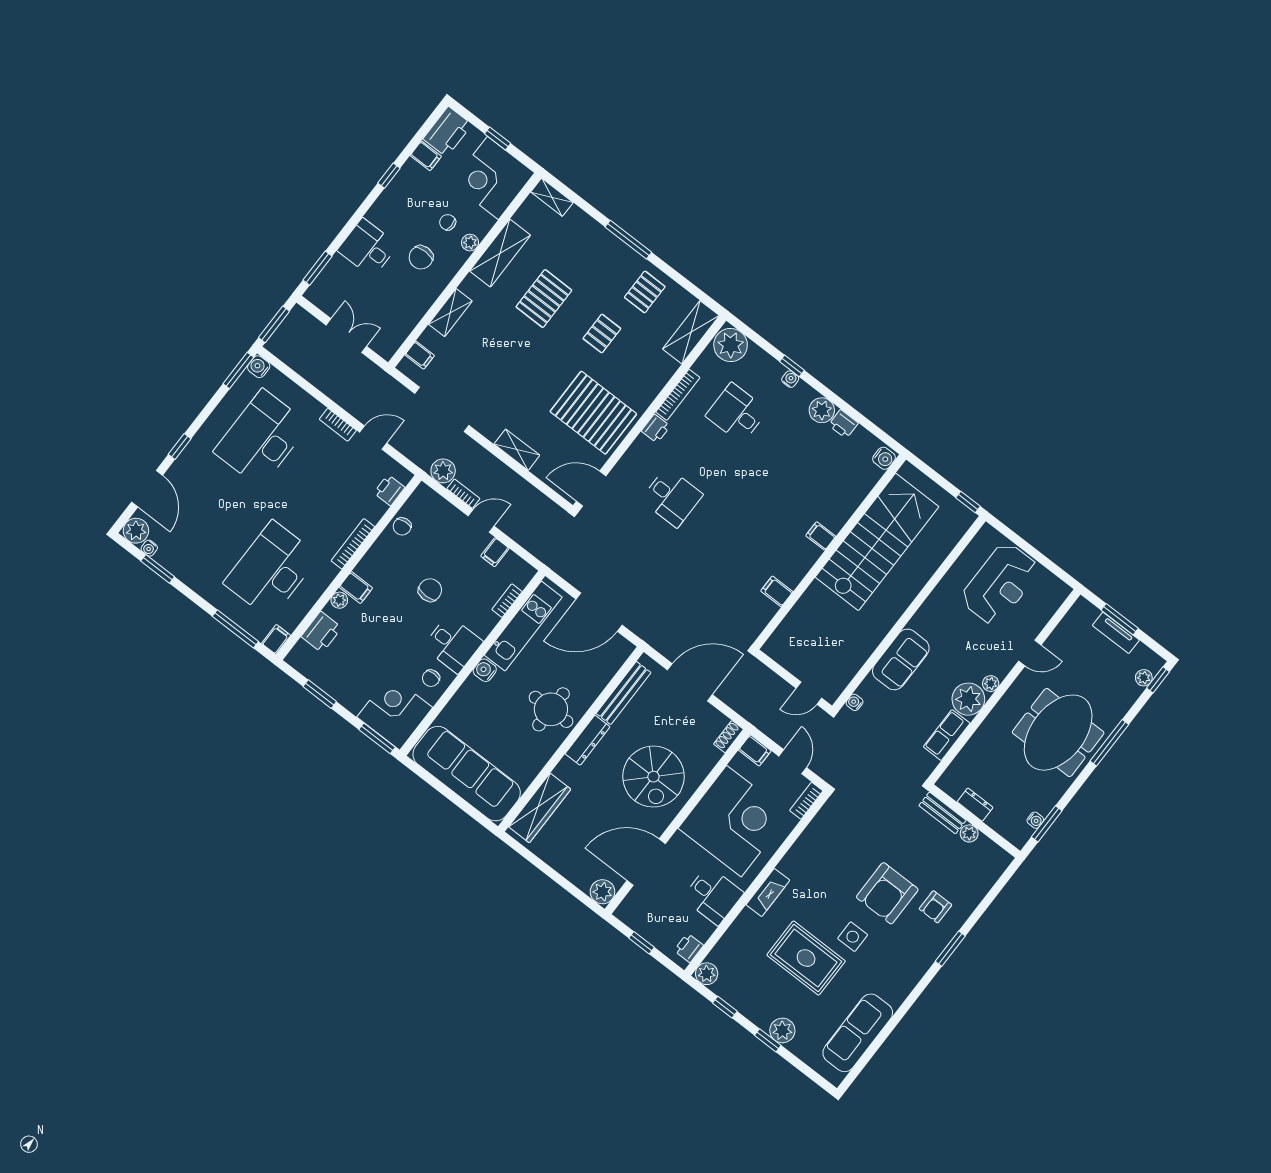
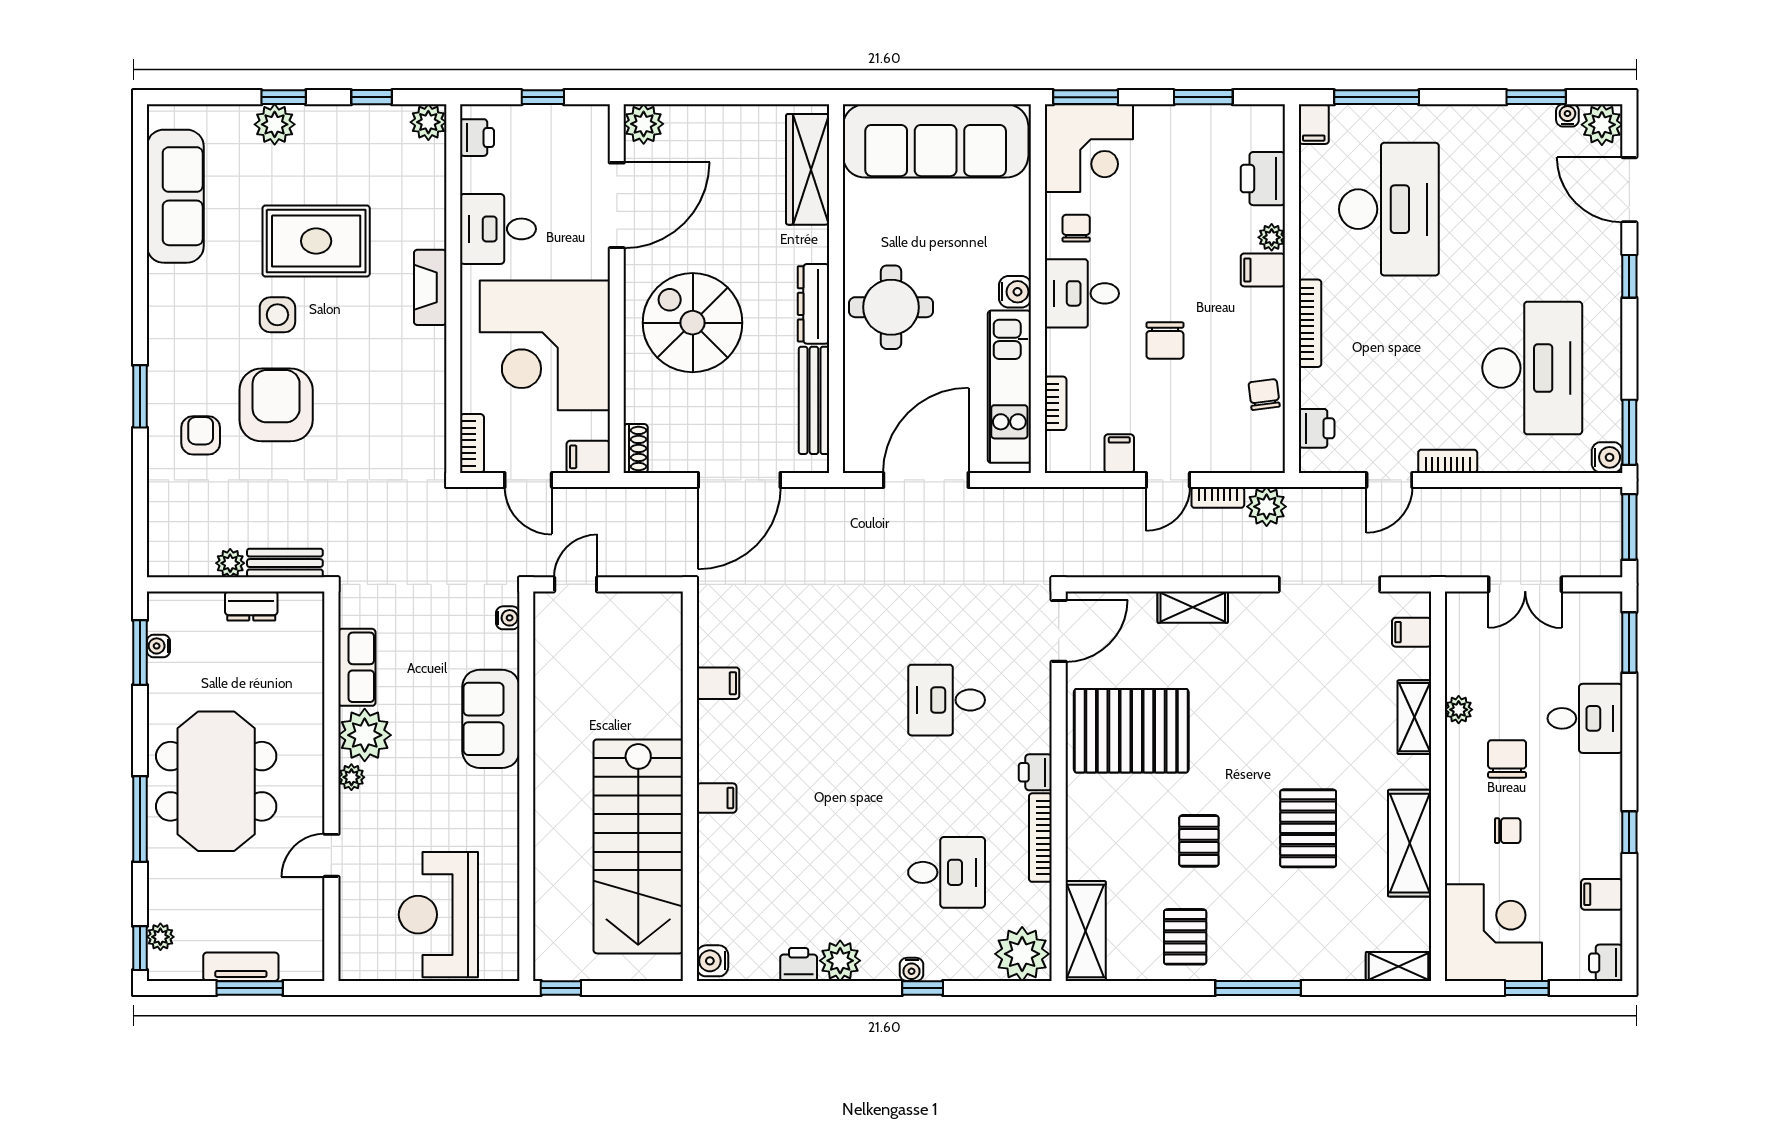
printer: (447, 132) -> (1606, 963), width x0.53, depth x0.68
plant: (470, 243) -> (1459, 710), moved

